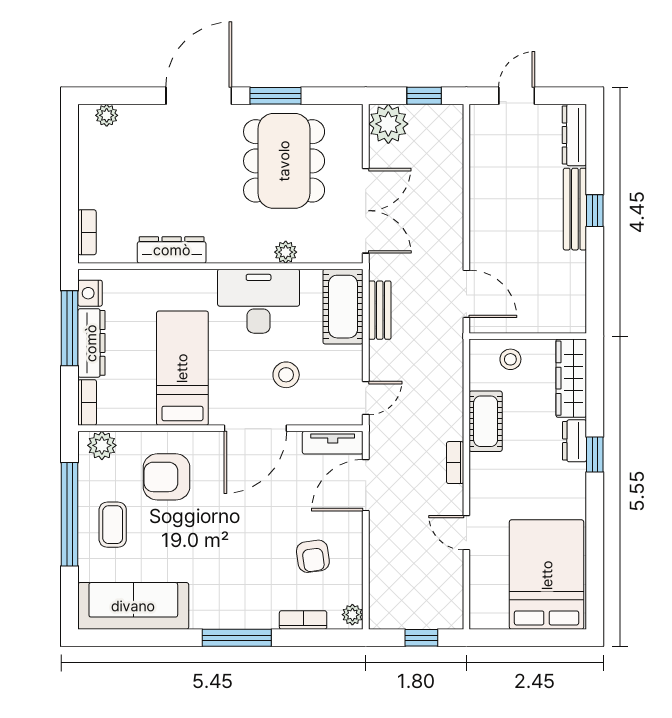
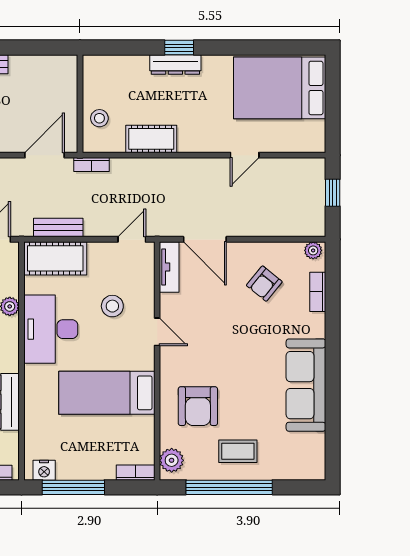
dresser: (91, 343) -> (86, 469), removed
wardrobe: (571, 378) -> (115, 67), removed
door: (366, 398) -> (132, 239), hinge flipped
door: (255, 428) -> (157, 332), width x0.53
dresser: (575, 441) -> (175, 64), width x1.44
bookcase: (455, 463) -> (92, 165), moved
armchair: (313, 556) -> (264, 284), turned 137
sofa: (133, 606) -> (306, 385), moved
window: (237, 638) -> (333, 347), removed

